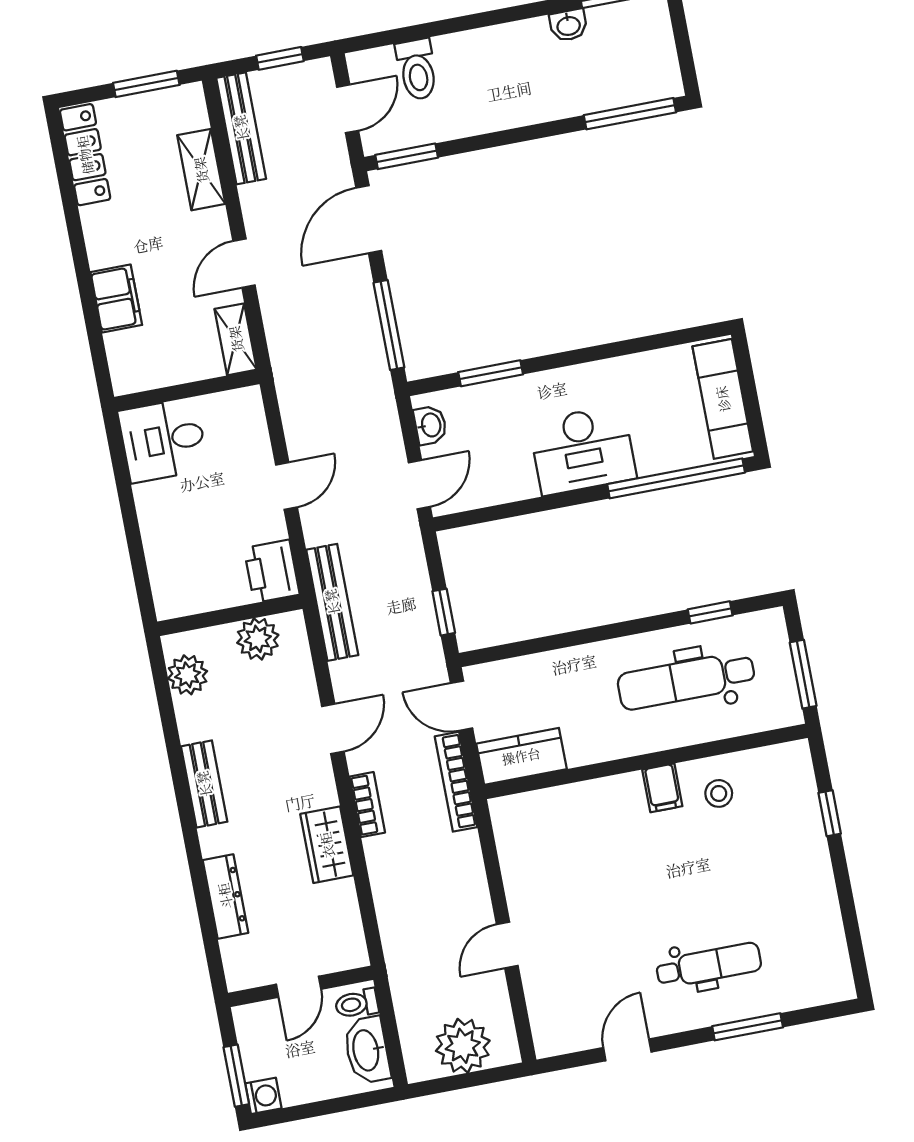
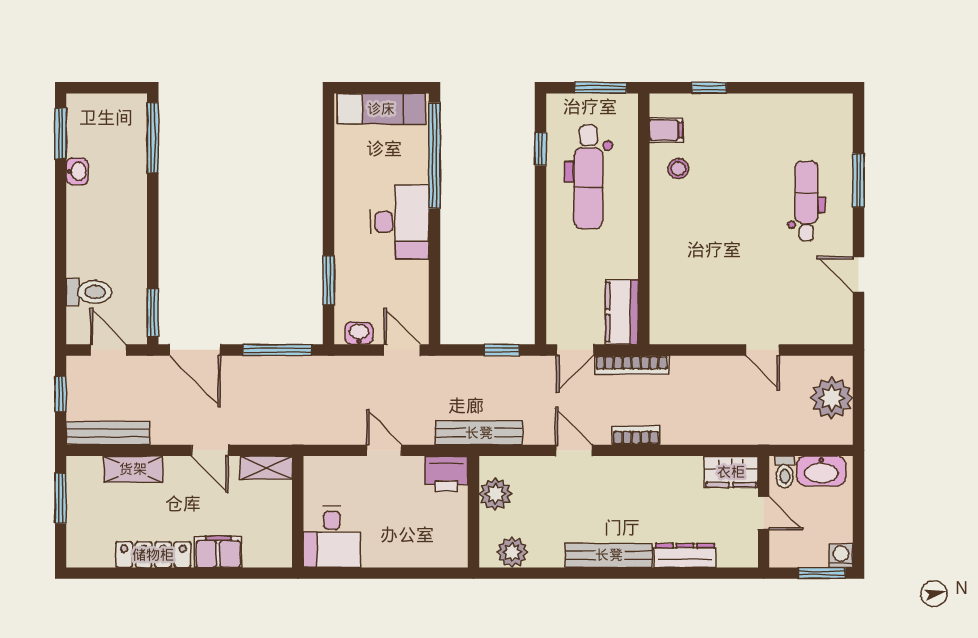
locker: (85, 155) -> (153, 555), moved
bench: (204, 784) -> (609, 555), width x1.36
filing cabinet: (662, 788) -> (666, 130), moved
wardrobe: (327, 845) -> (731, 472), moved

